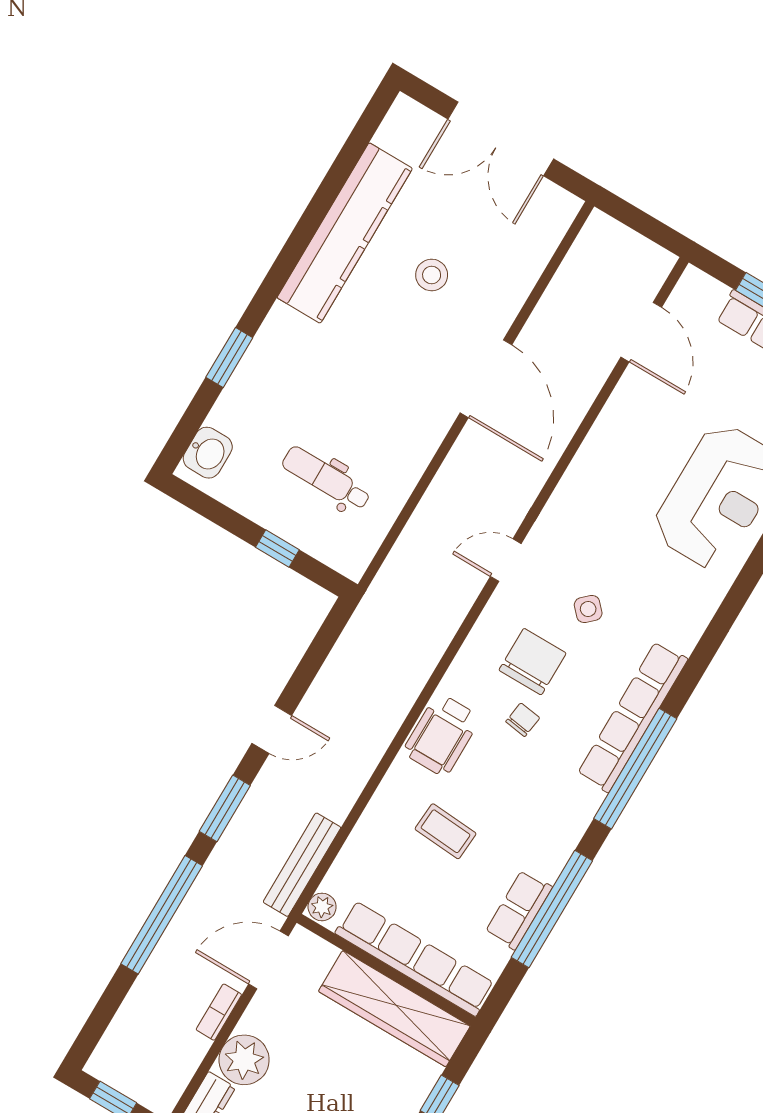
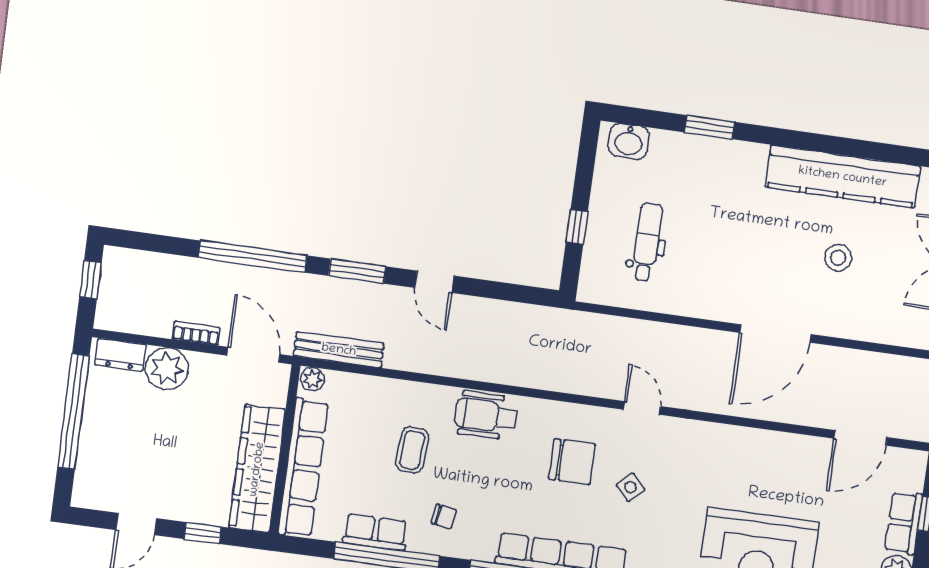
chair: (523, 720) -> (444, 516), moved

